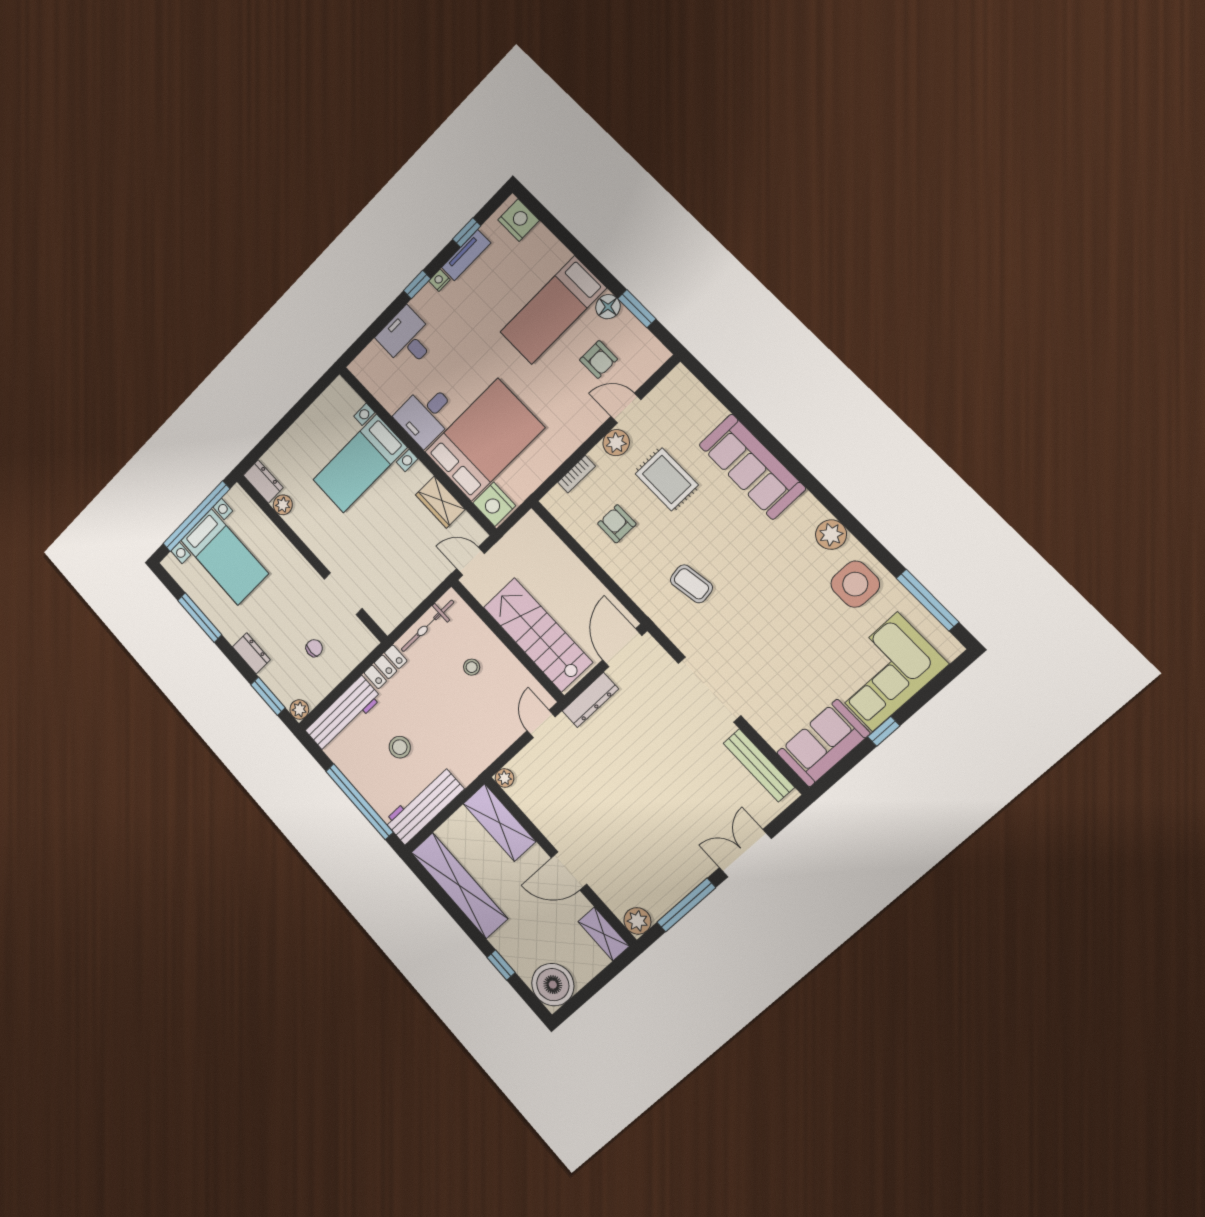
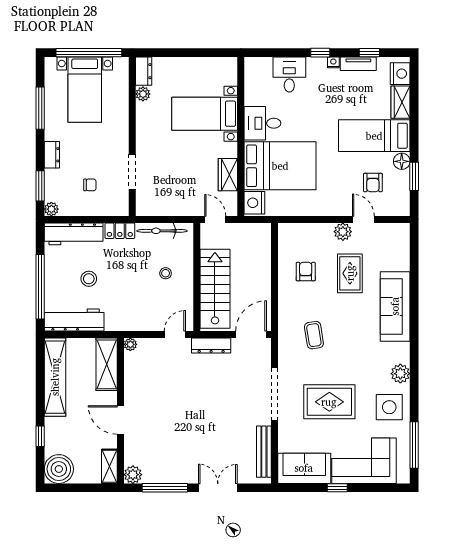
wardrobe: (547, 248) -> (401, 102), added
bookcase: (576, 474) -> (309, 228), removed
rug: (780, 642) -> (329, 402), added

